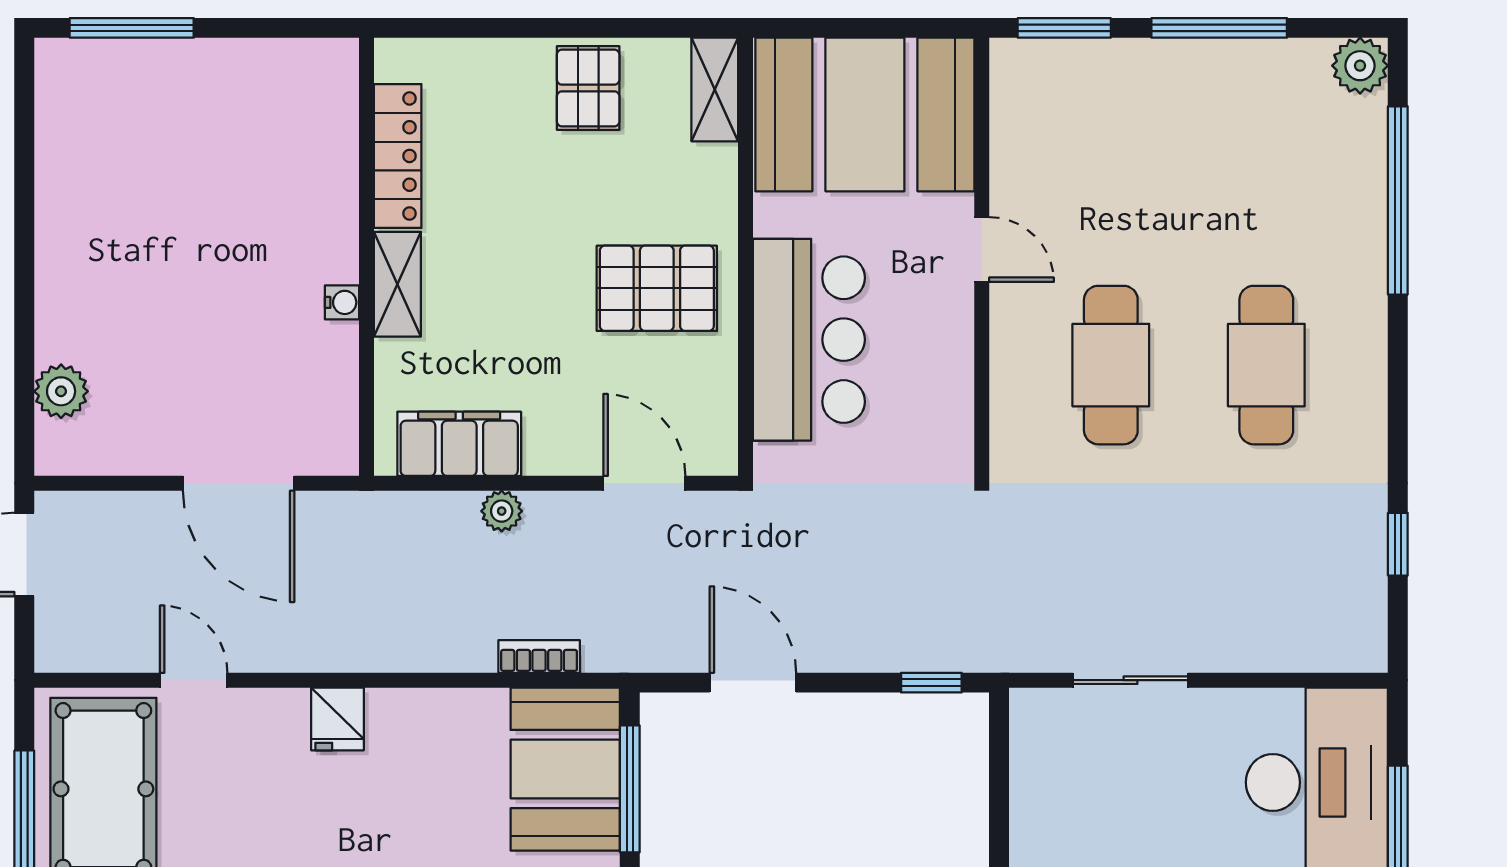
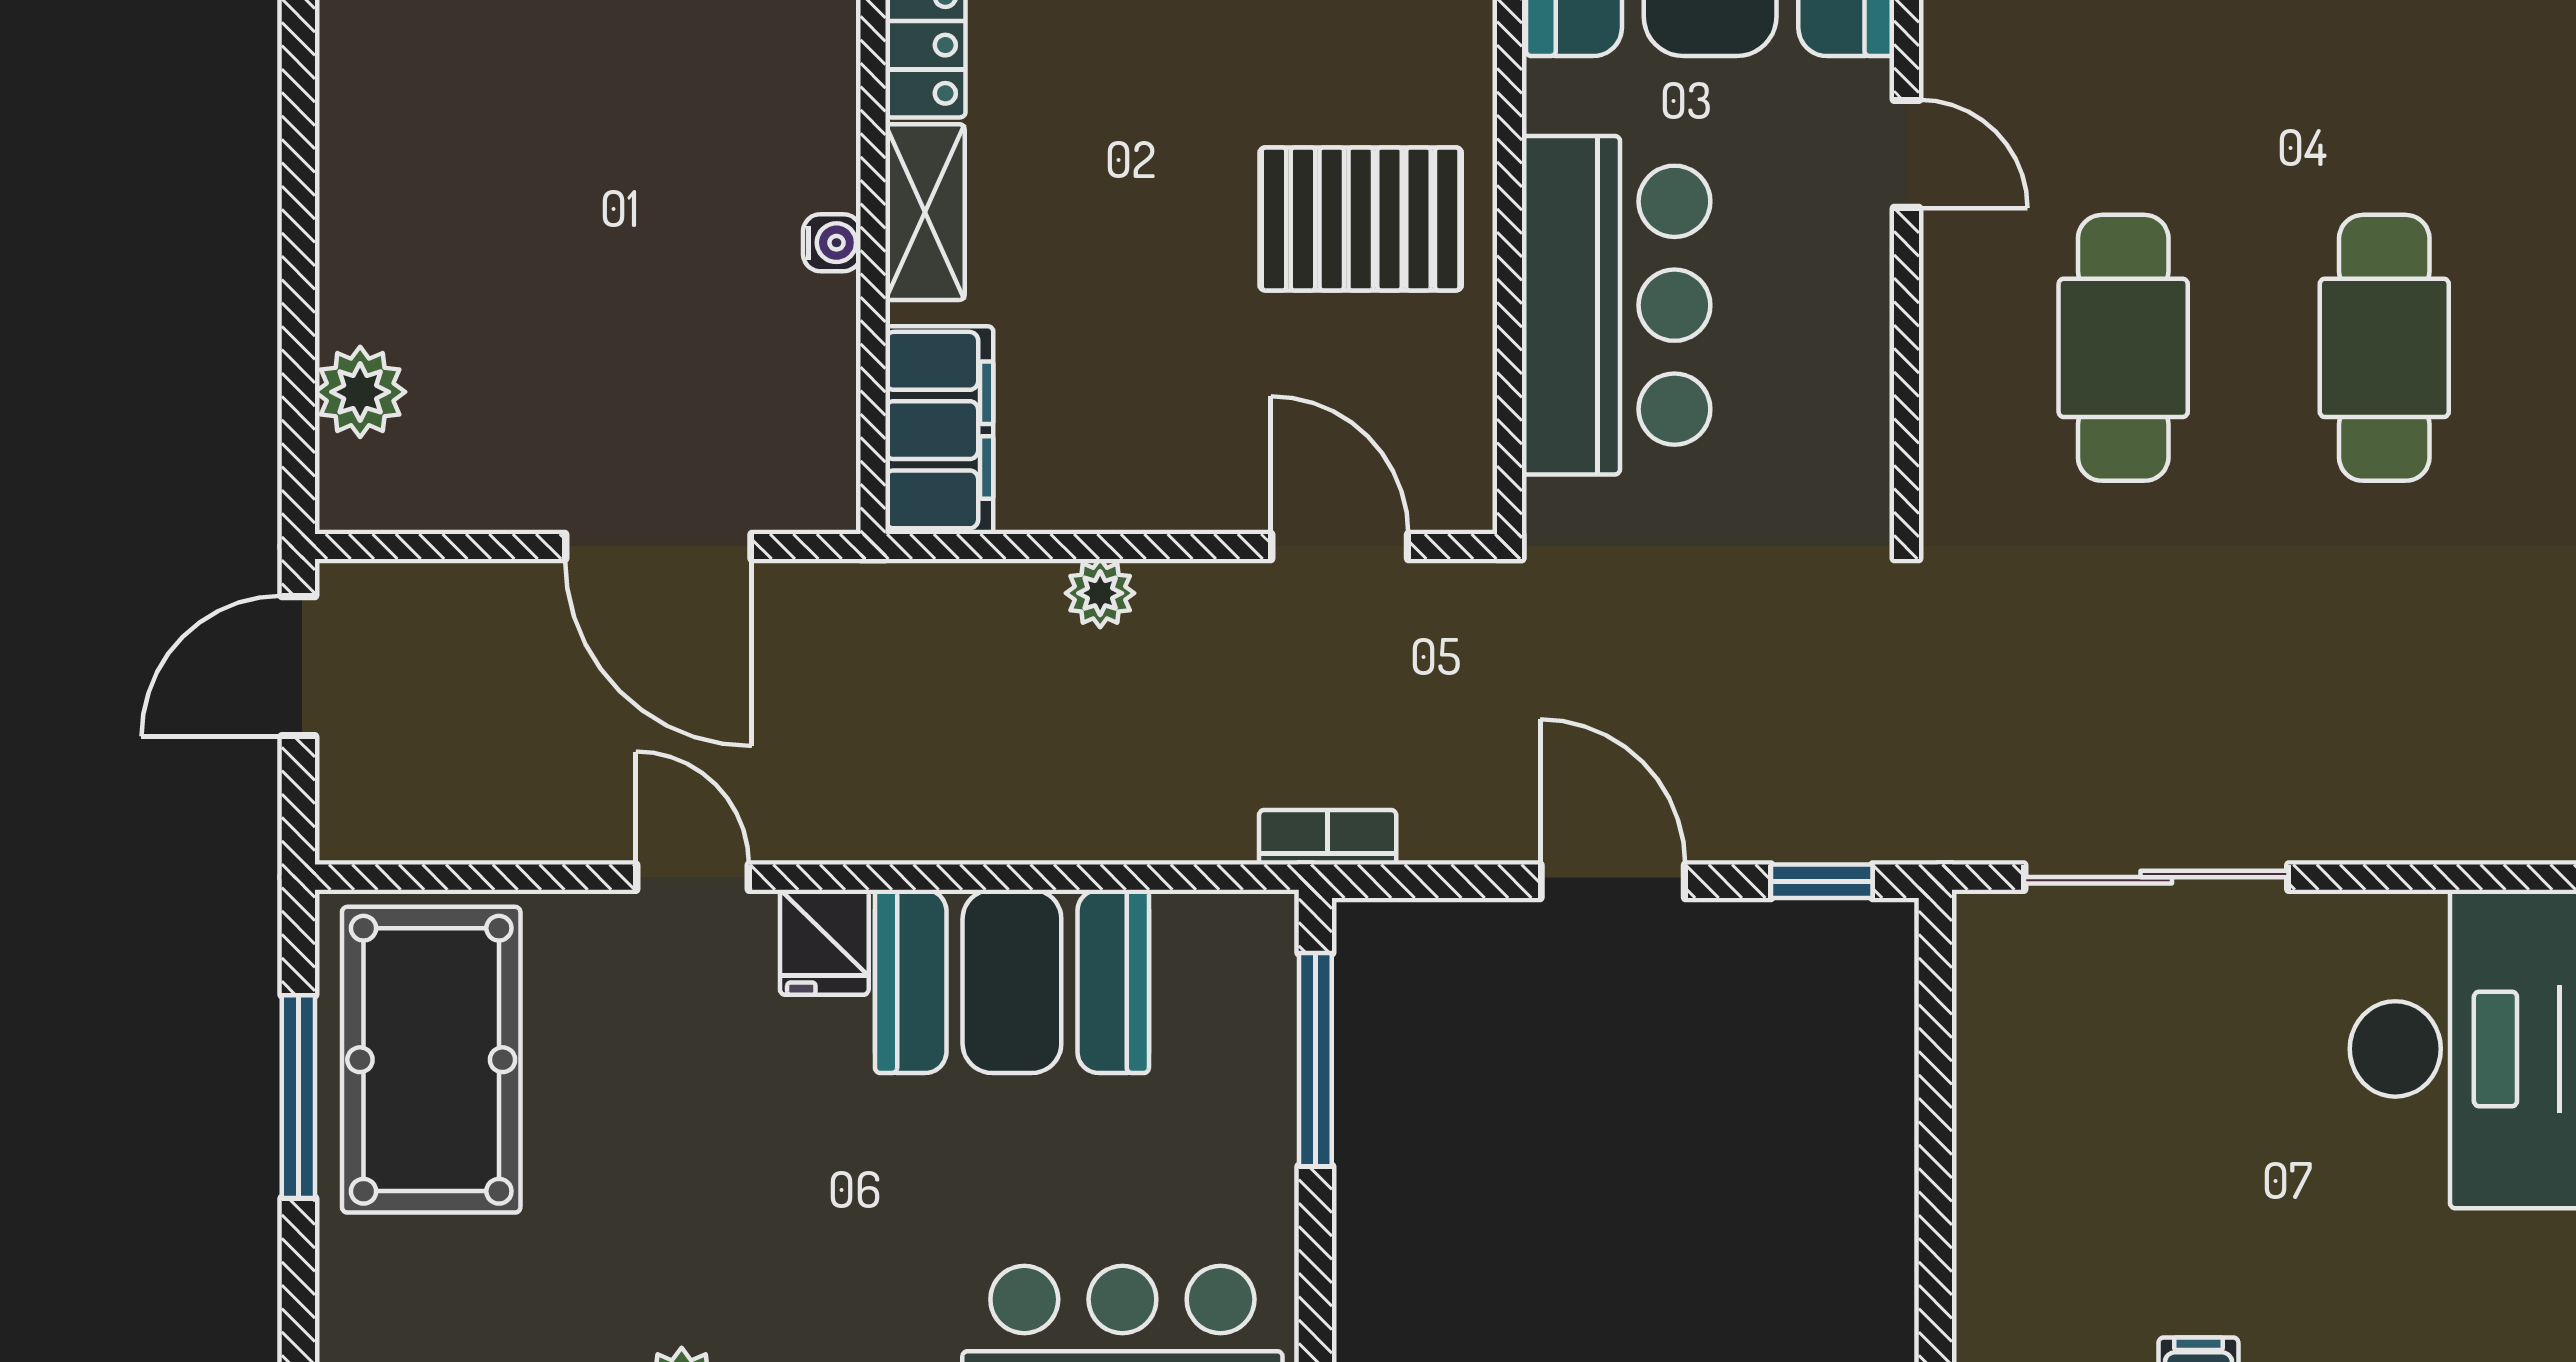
filing cabinet: (459, 444) -> (939, 430), moved, turned 90
bookcase: (539, 656) -> (1328, 837), moved
door: (194, 680) -> (692, 877), moved
sliding door: (1131, 680) -> (2156, 877), width x1.37
door: (753, 683) -> (1613, 881), moved
booth: (565, 769) -> (1012, 981), moved, turned 90

